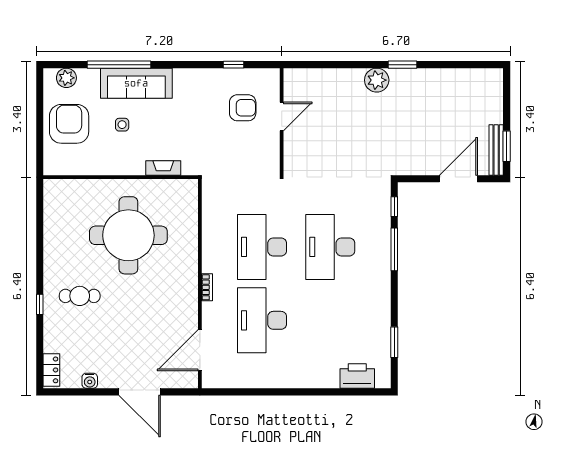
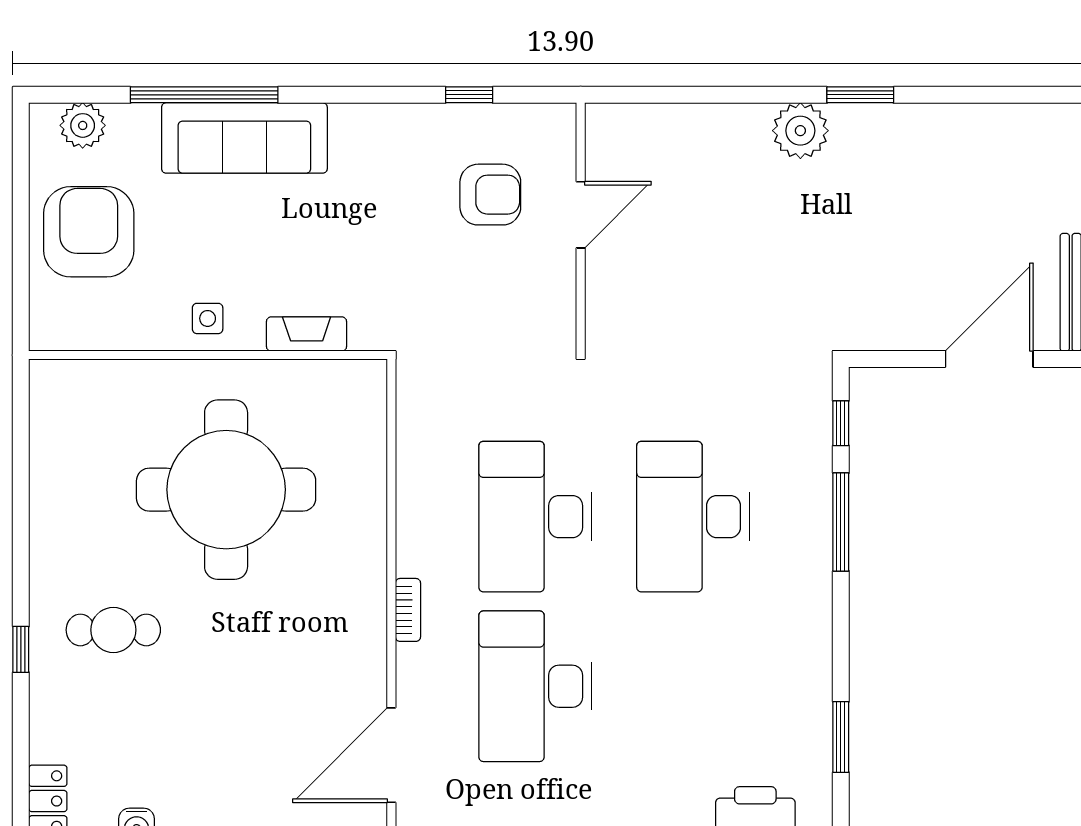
side table: (122, 125) -> (208, 318), moved

